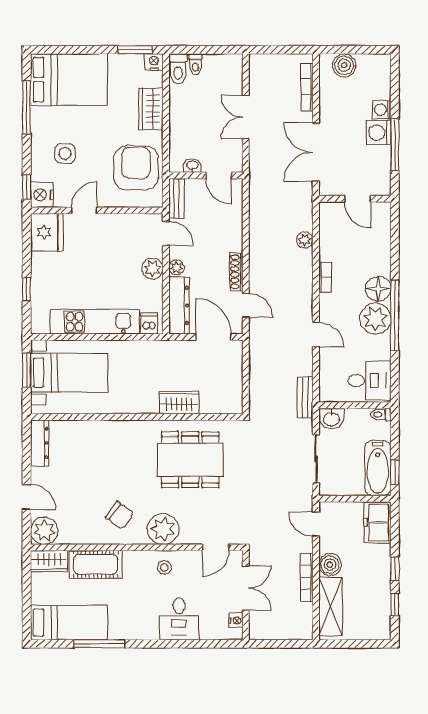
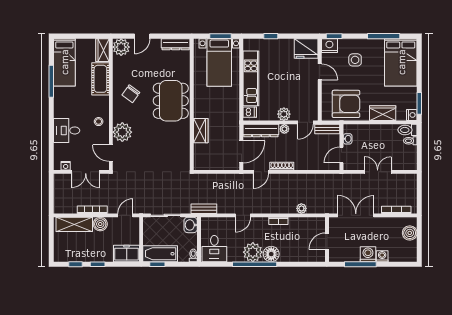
dining table: (190, 460) -> (171, 101), moved
plant: (163, 529) -> (122, 132), moved

